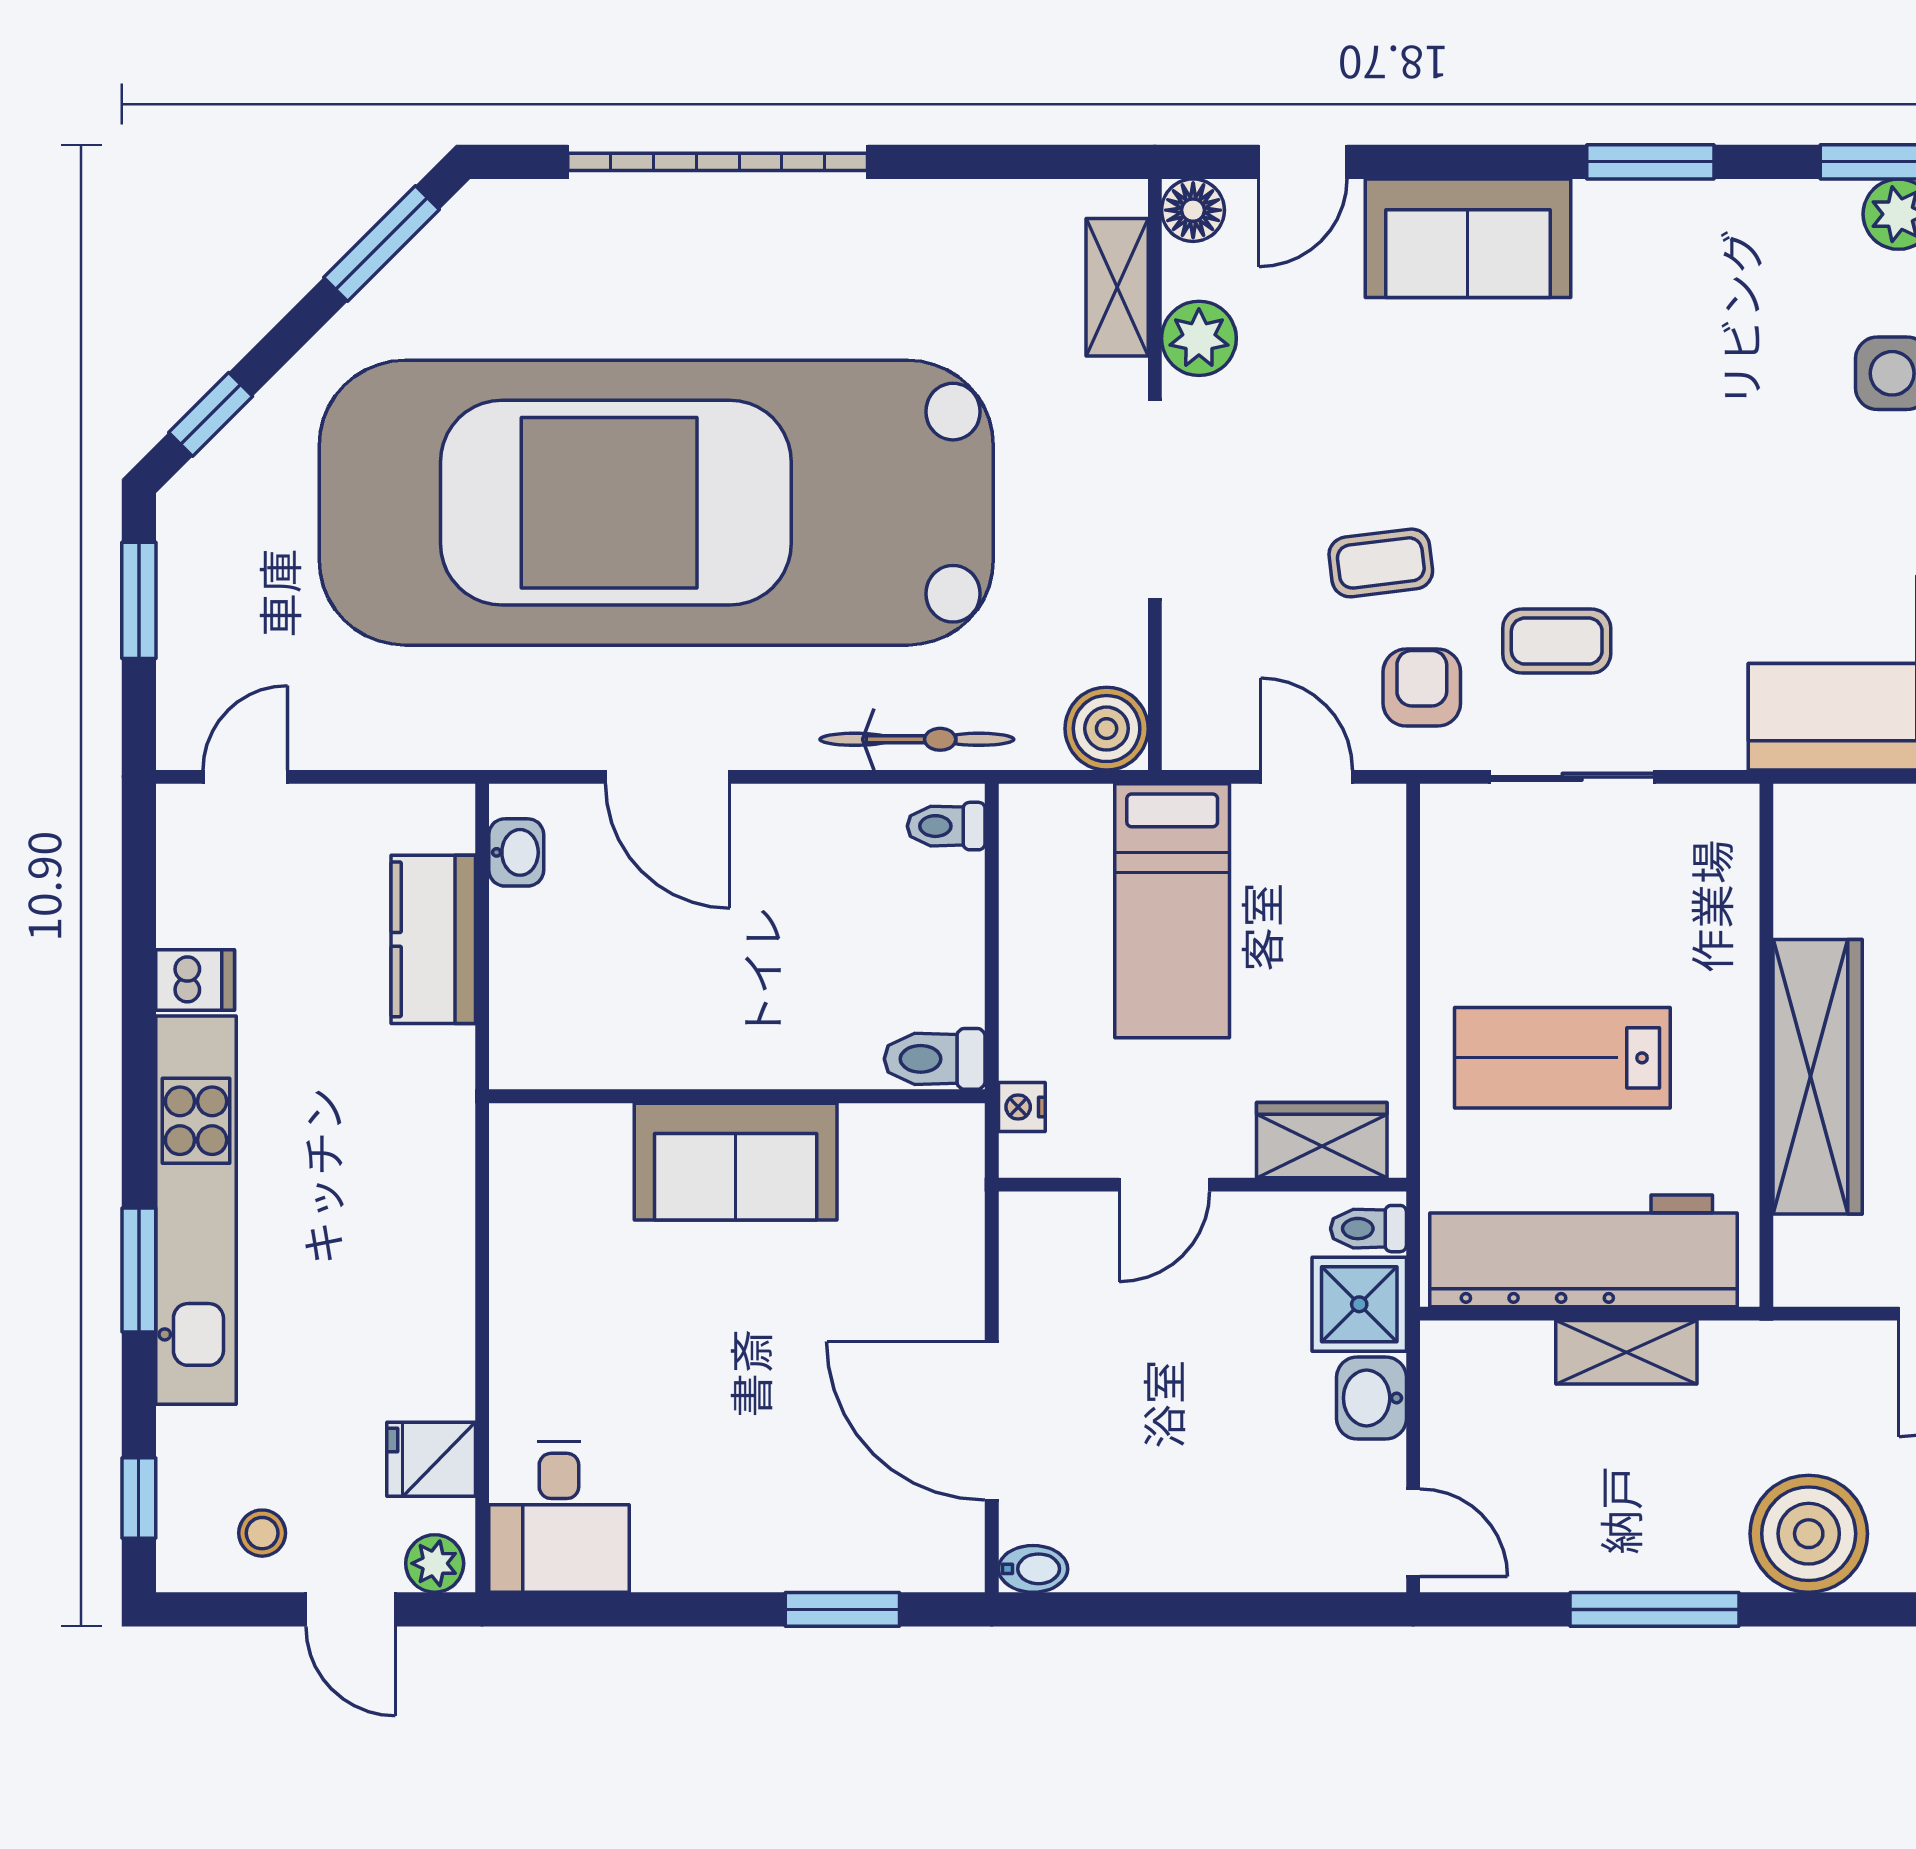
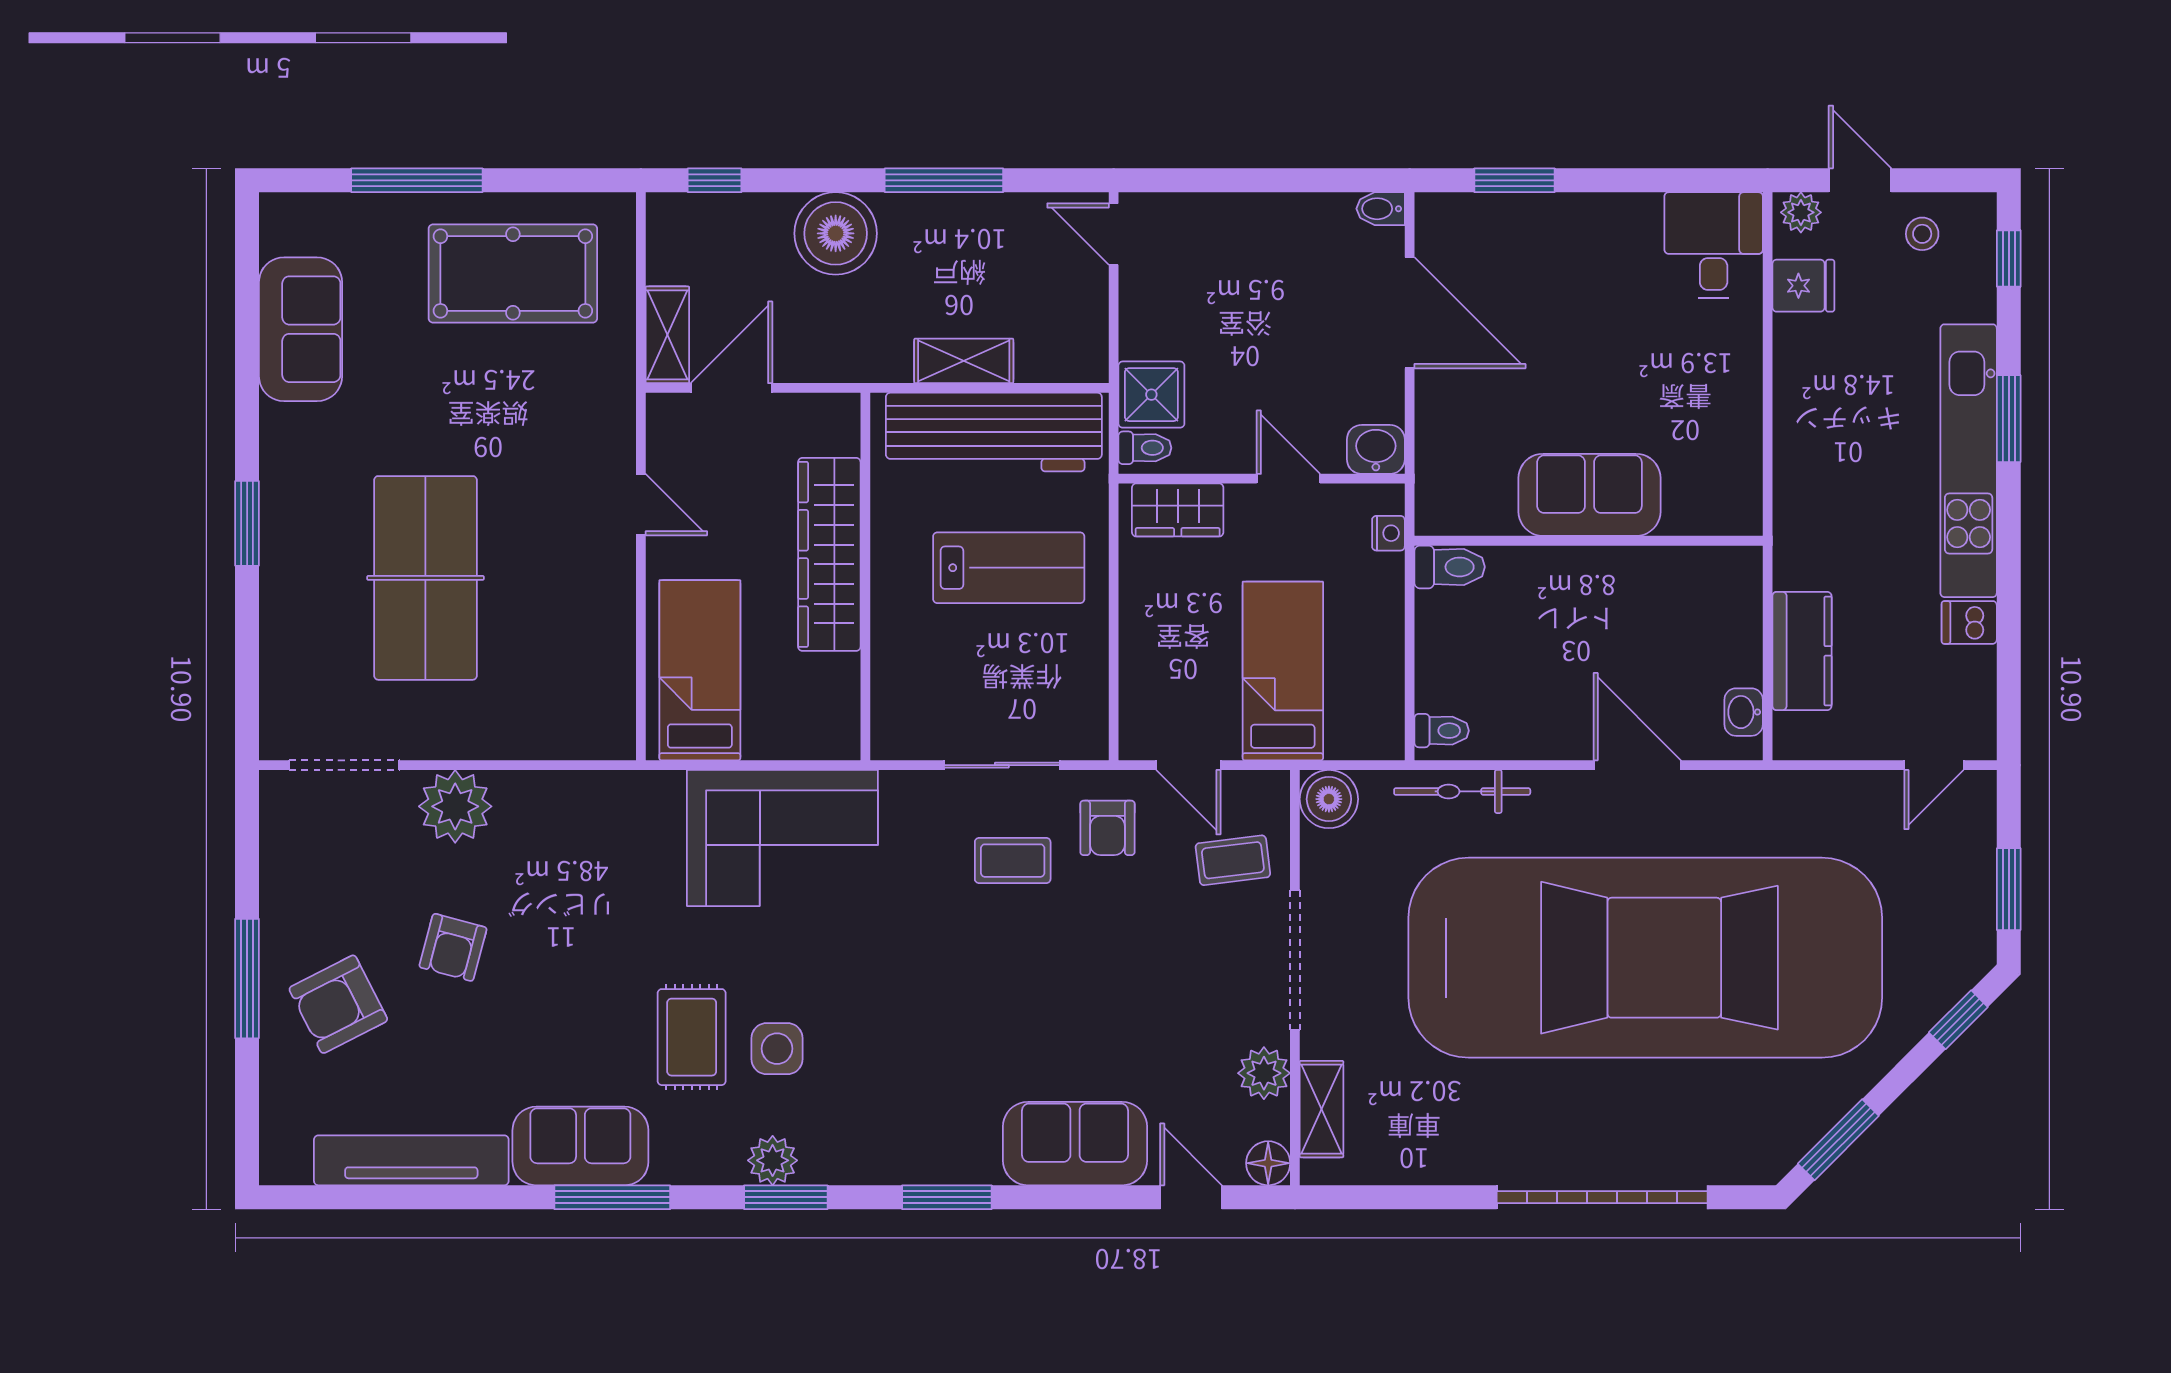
door: (1303, 162) -> (1191, 1197), hinge flipped
coffee table: (1381, 563) -> (1233, 860), moved
door: (1164, 1185) -> (1288, 479), hinge flipped
washbasin: (1371, 1398) -> (1376, 449), moved, turned -90

